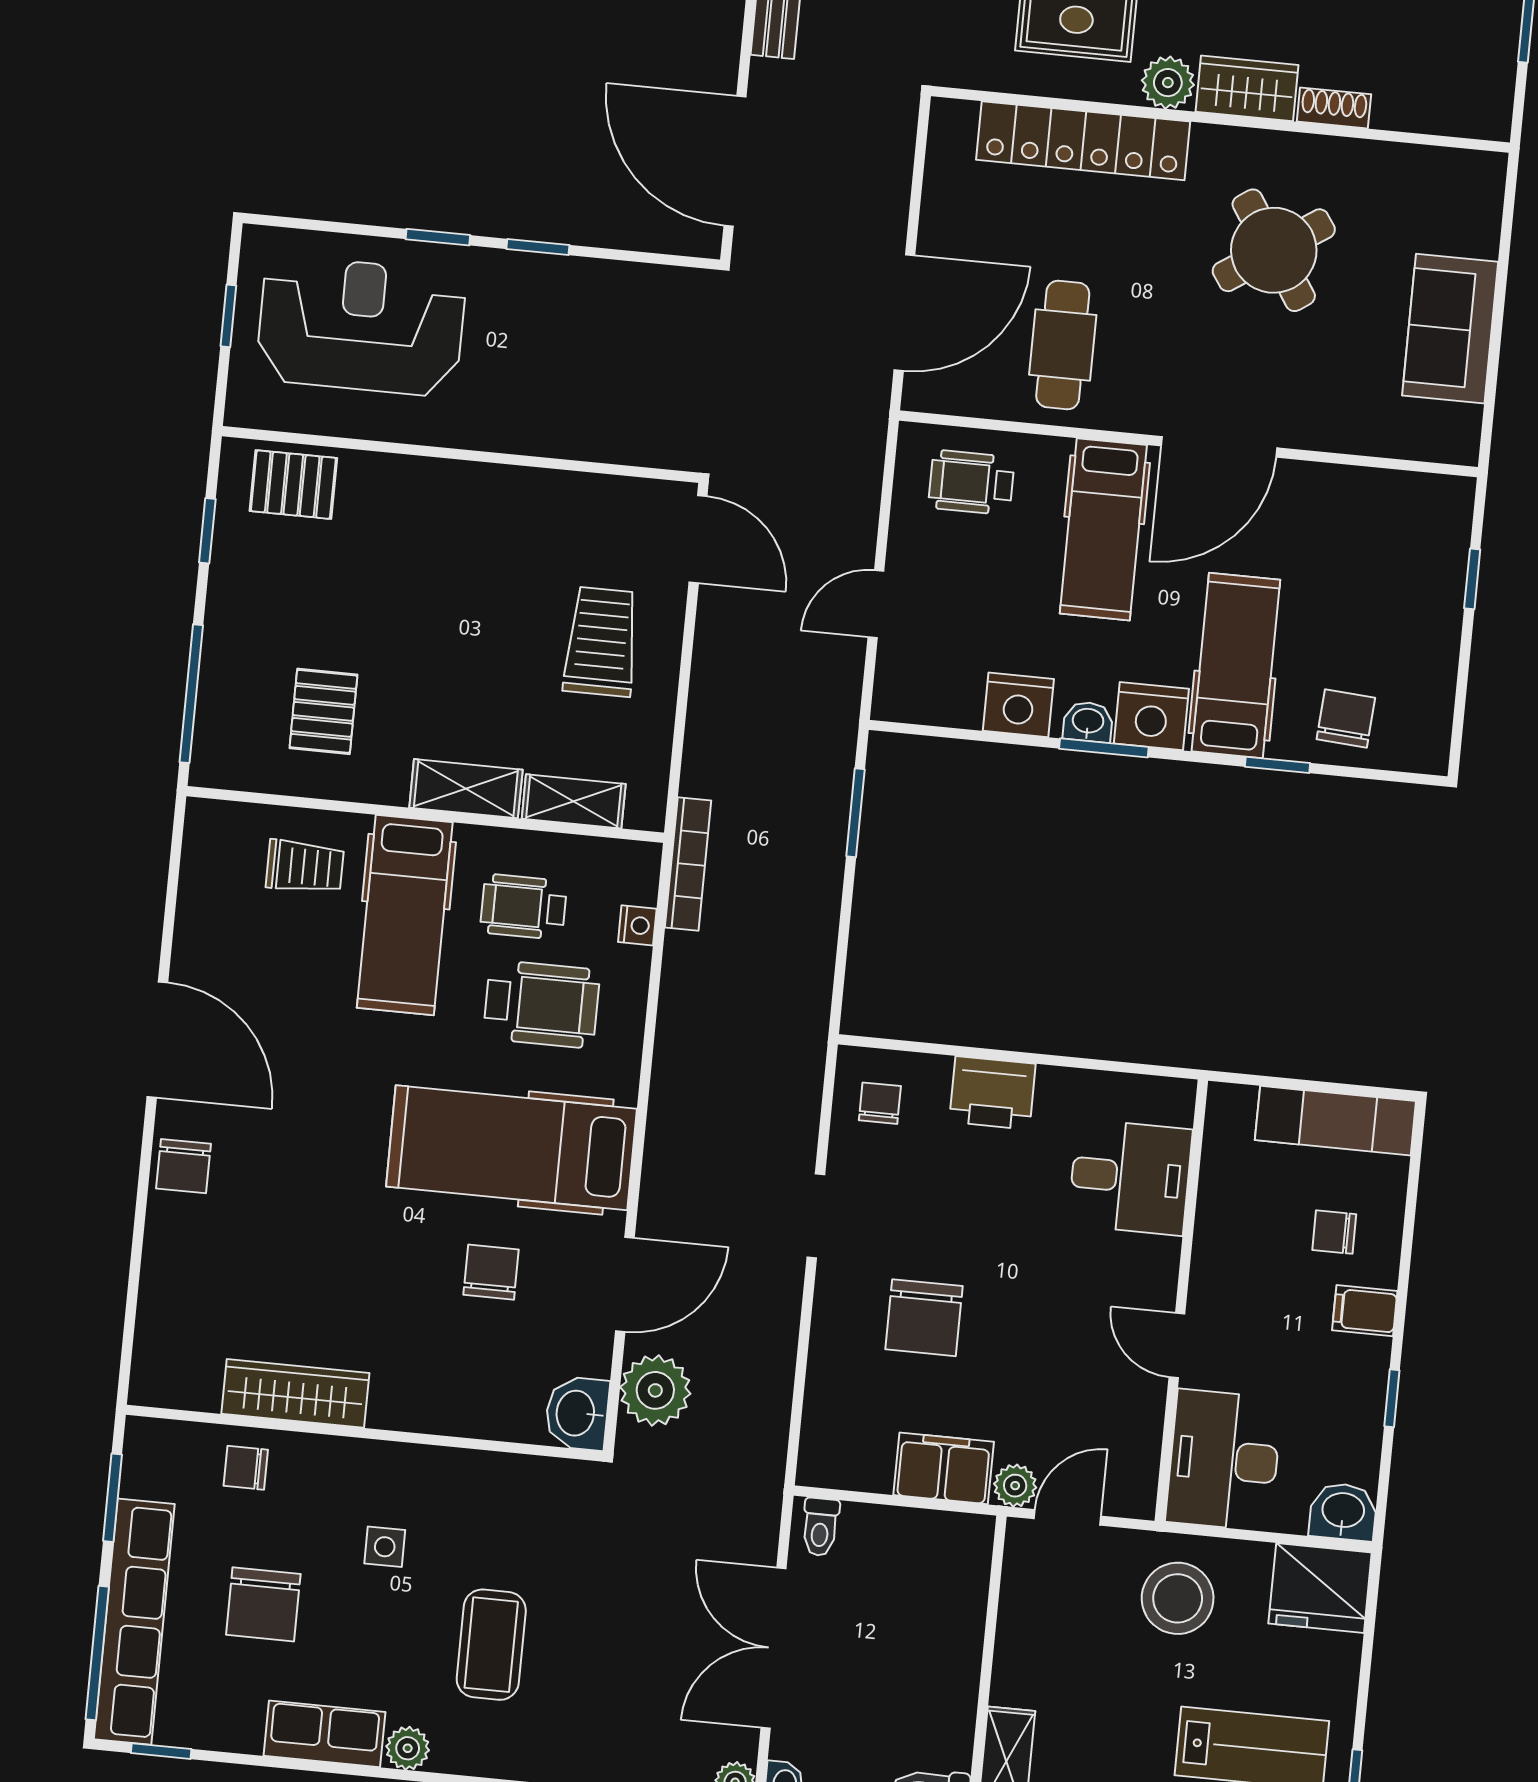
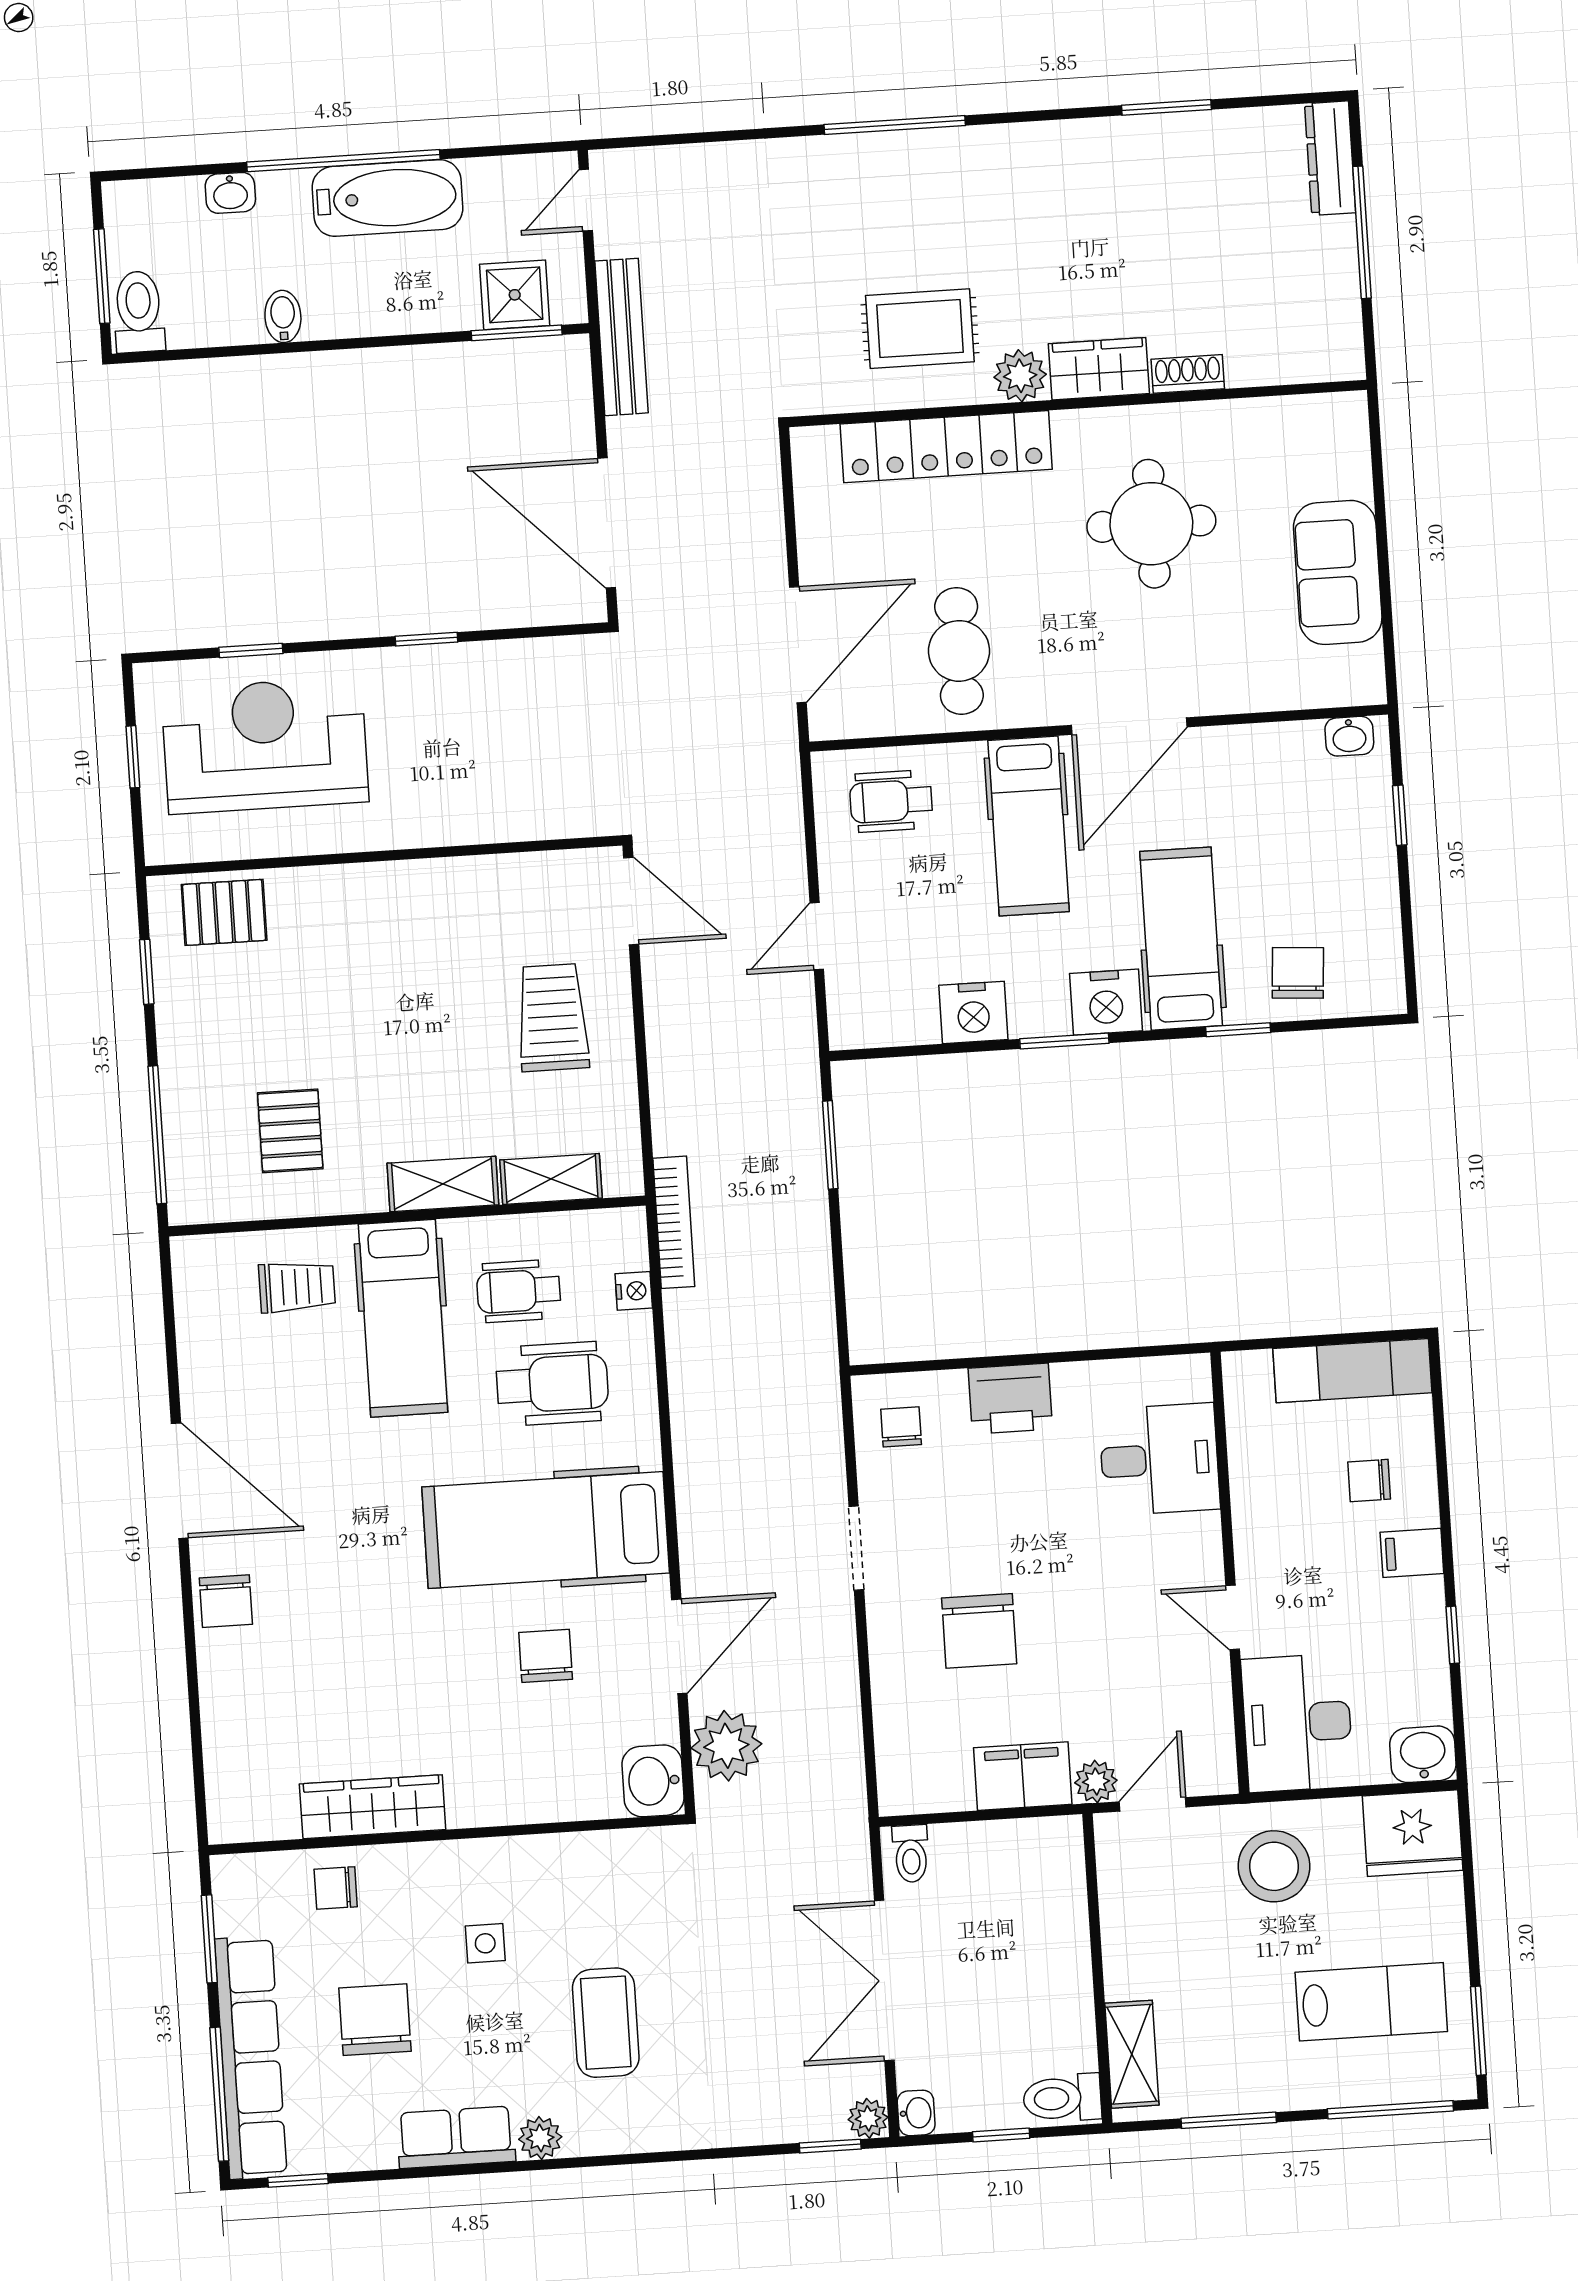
window: (438, 237) -> (251, 650), moved
round table: (1274, 250) -> (1151, 524), turned 34
washbasin: (1088, 722) -> (1349, 736), moved, turned 180
chair: (263, 1604) -> (375, 2020), turned 180

